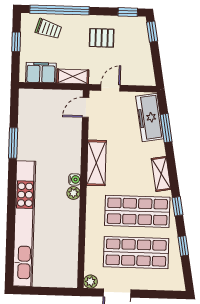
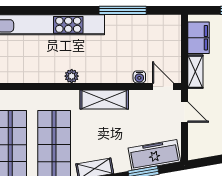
window: (13, 143) -> (123, 10), width x1.44
water cooler: (75, 179) -> (139, 77), moved

